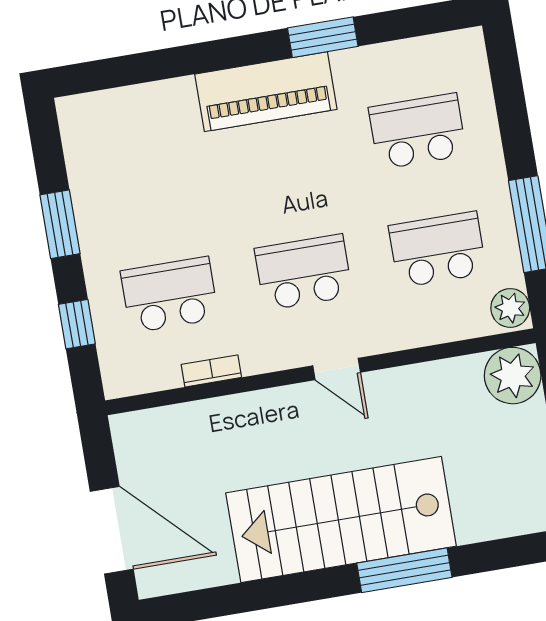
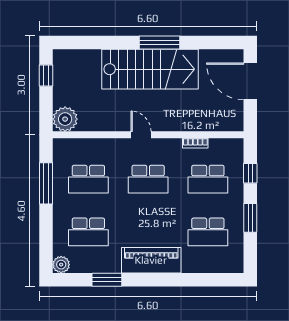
window: (323, 37) -> (107, 280), moved
school desk: (150, 177) -> (208, 232), added
plant: (510, 308) -> (61, 265), moved
window: (404, 570) -> (159, 43), moved

